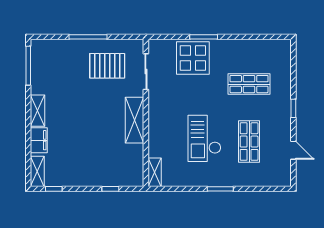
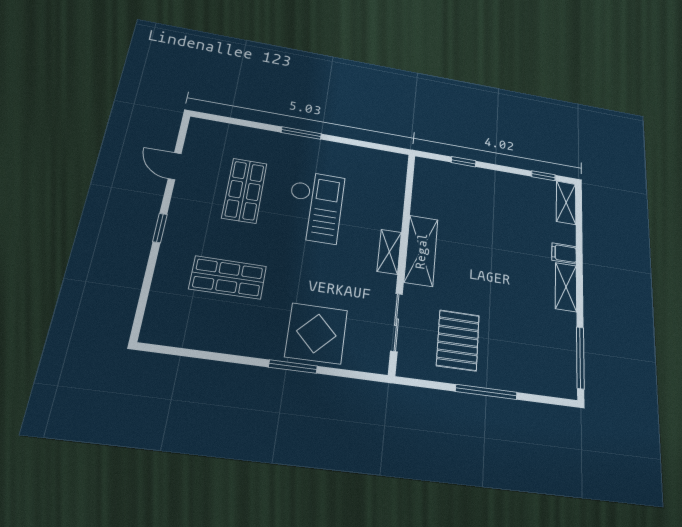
pallet: (107, 66) -> (458, 340), turned 90
filing cabinet: (39, 140) -> (564, 253), width x0.50
shelving: (155, 172) -> (389, 252), moved

